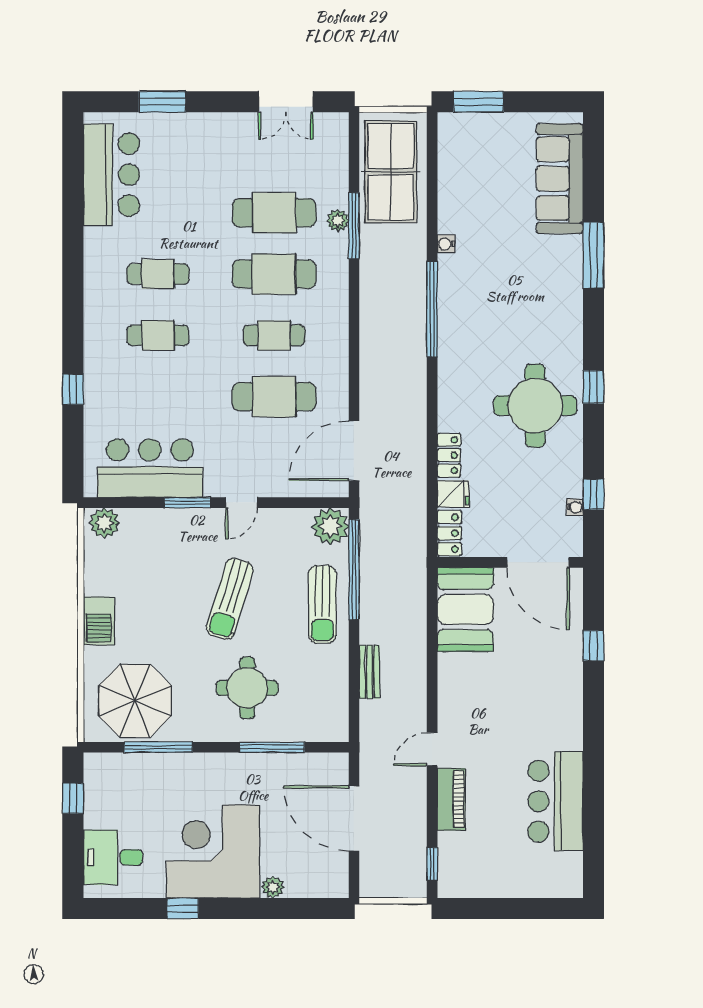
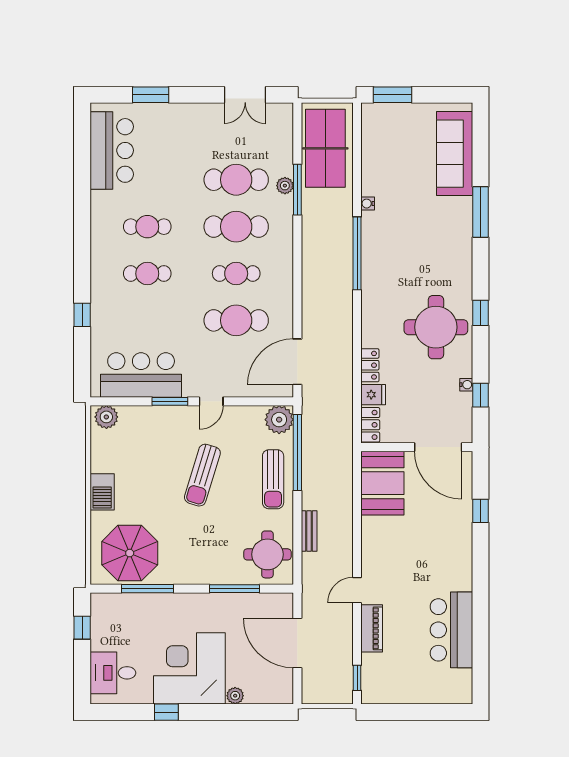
water cooler: (575, 507) -> (466, 385), moved
round table: (247, 688) -> (267, 554), moved

